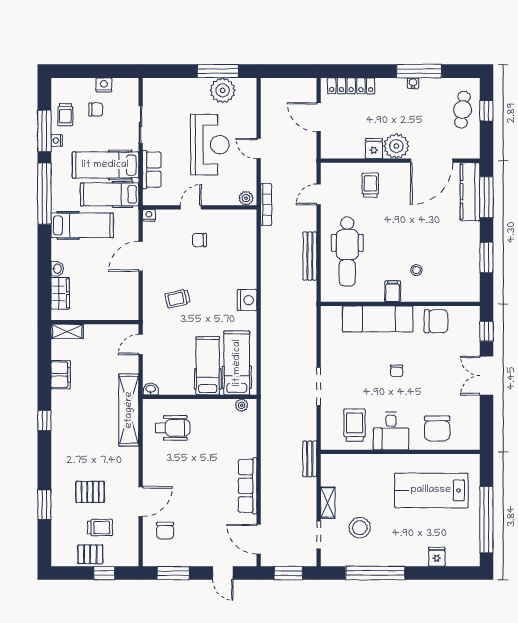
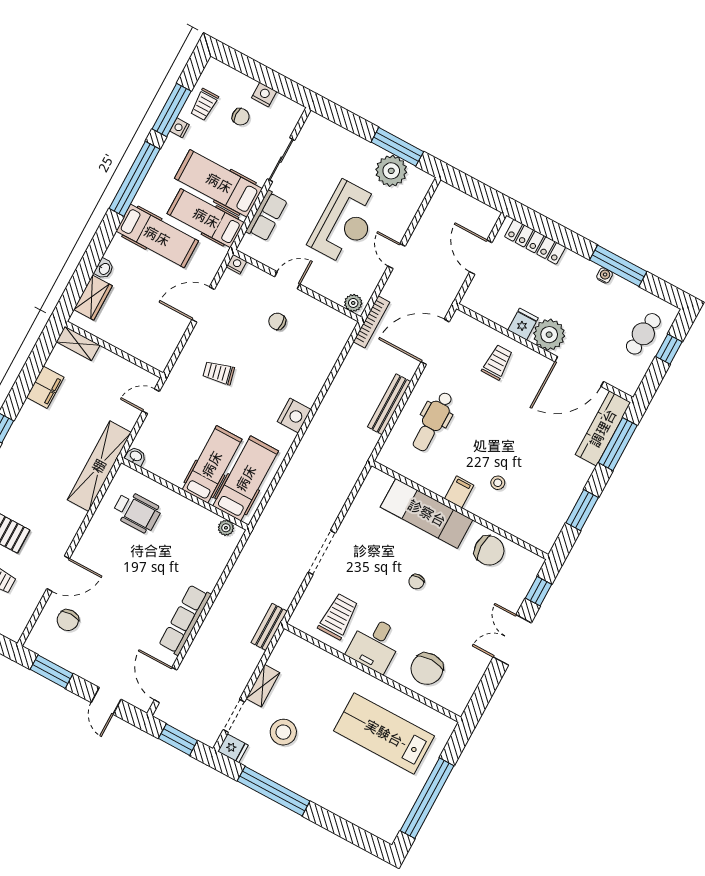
door: (319, 194) -> (435, 342), width x1.87
dental chair: (347, 251) -> (433, 421), width x0.73, depth x0.72
fridge: (437, 557) -> (233, 748), moved, turned 90

